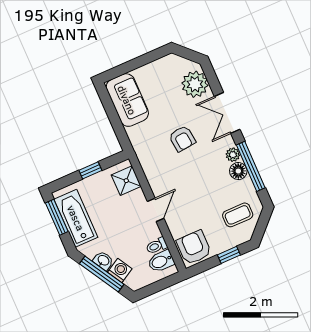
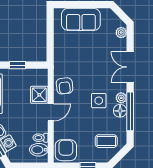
plant: (195, 84) -> (121, 33), width x0.53, depth x0.53
sofa: (127, 100) -> (81, 19), moved, turned 90
armchair: (182, 139) -> (65, 86), moved
side table: (207, 170) -> (99, 101), added
shower: (126, 181) -> (39, 95), moved

